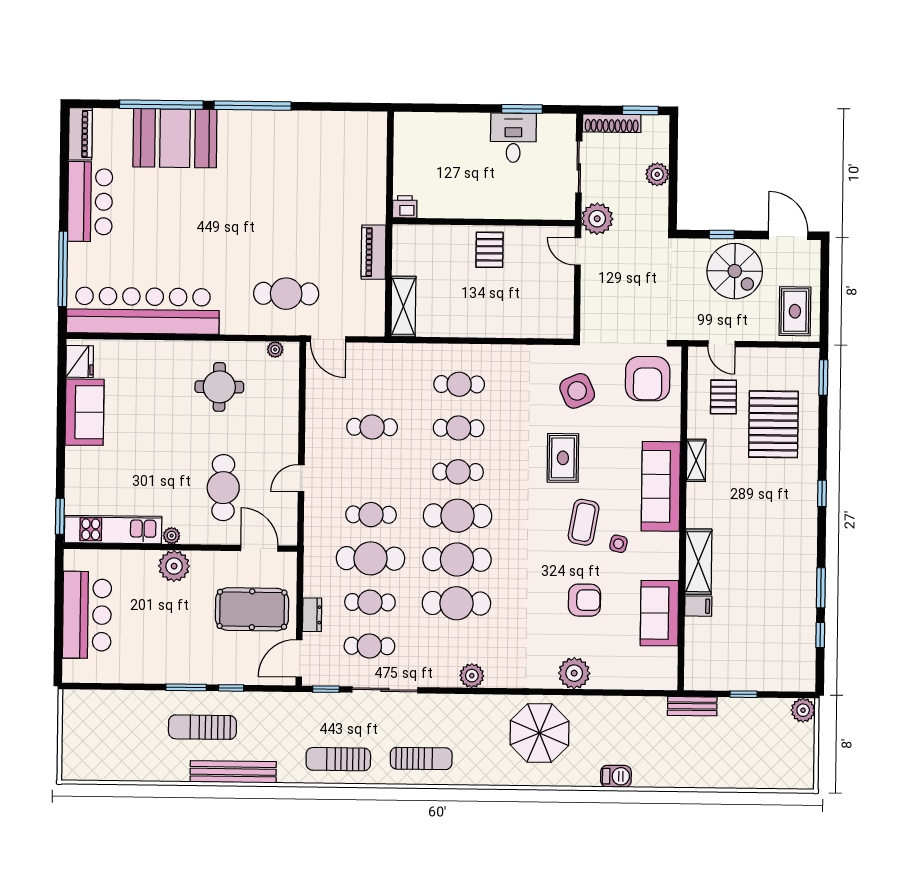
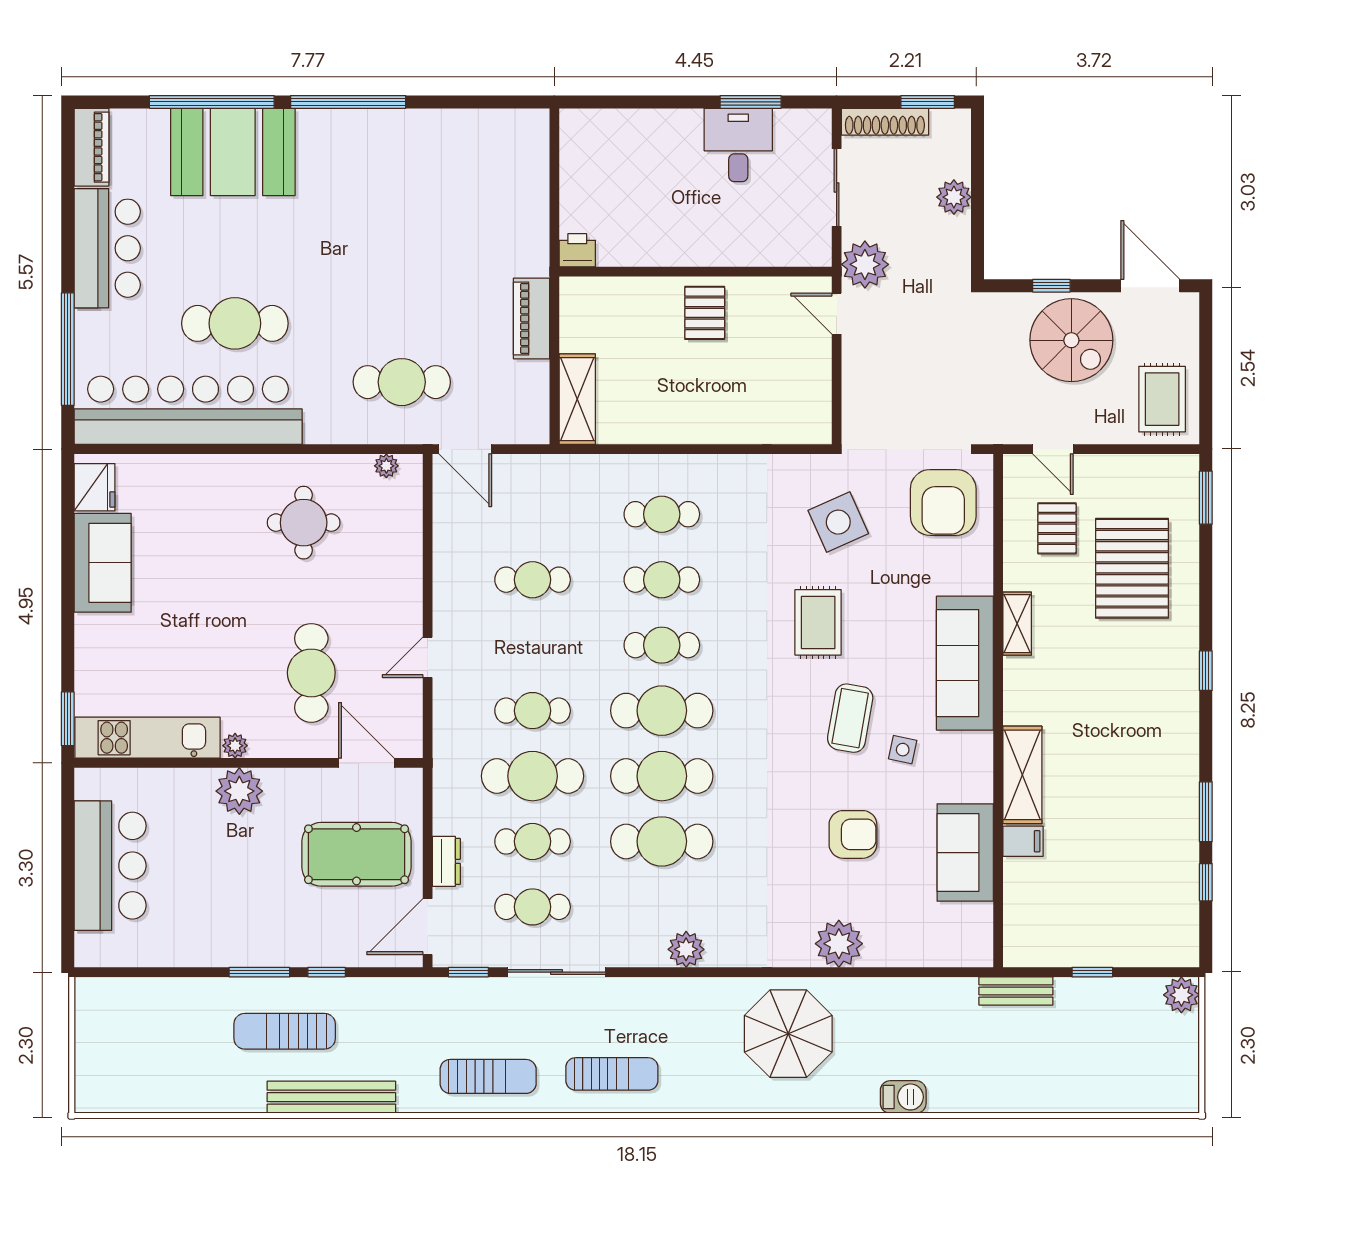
cafe table: (175, 253) -> (235, 323), added
sun lounger: (338, 759) -> (488, 1076), turned 180

